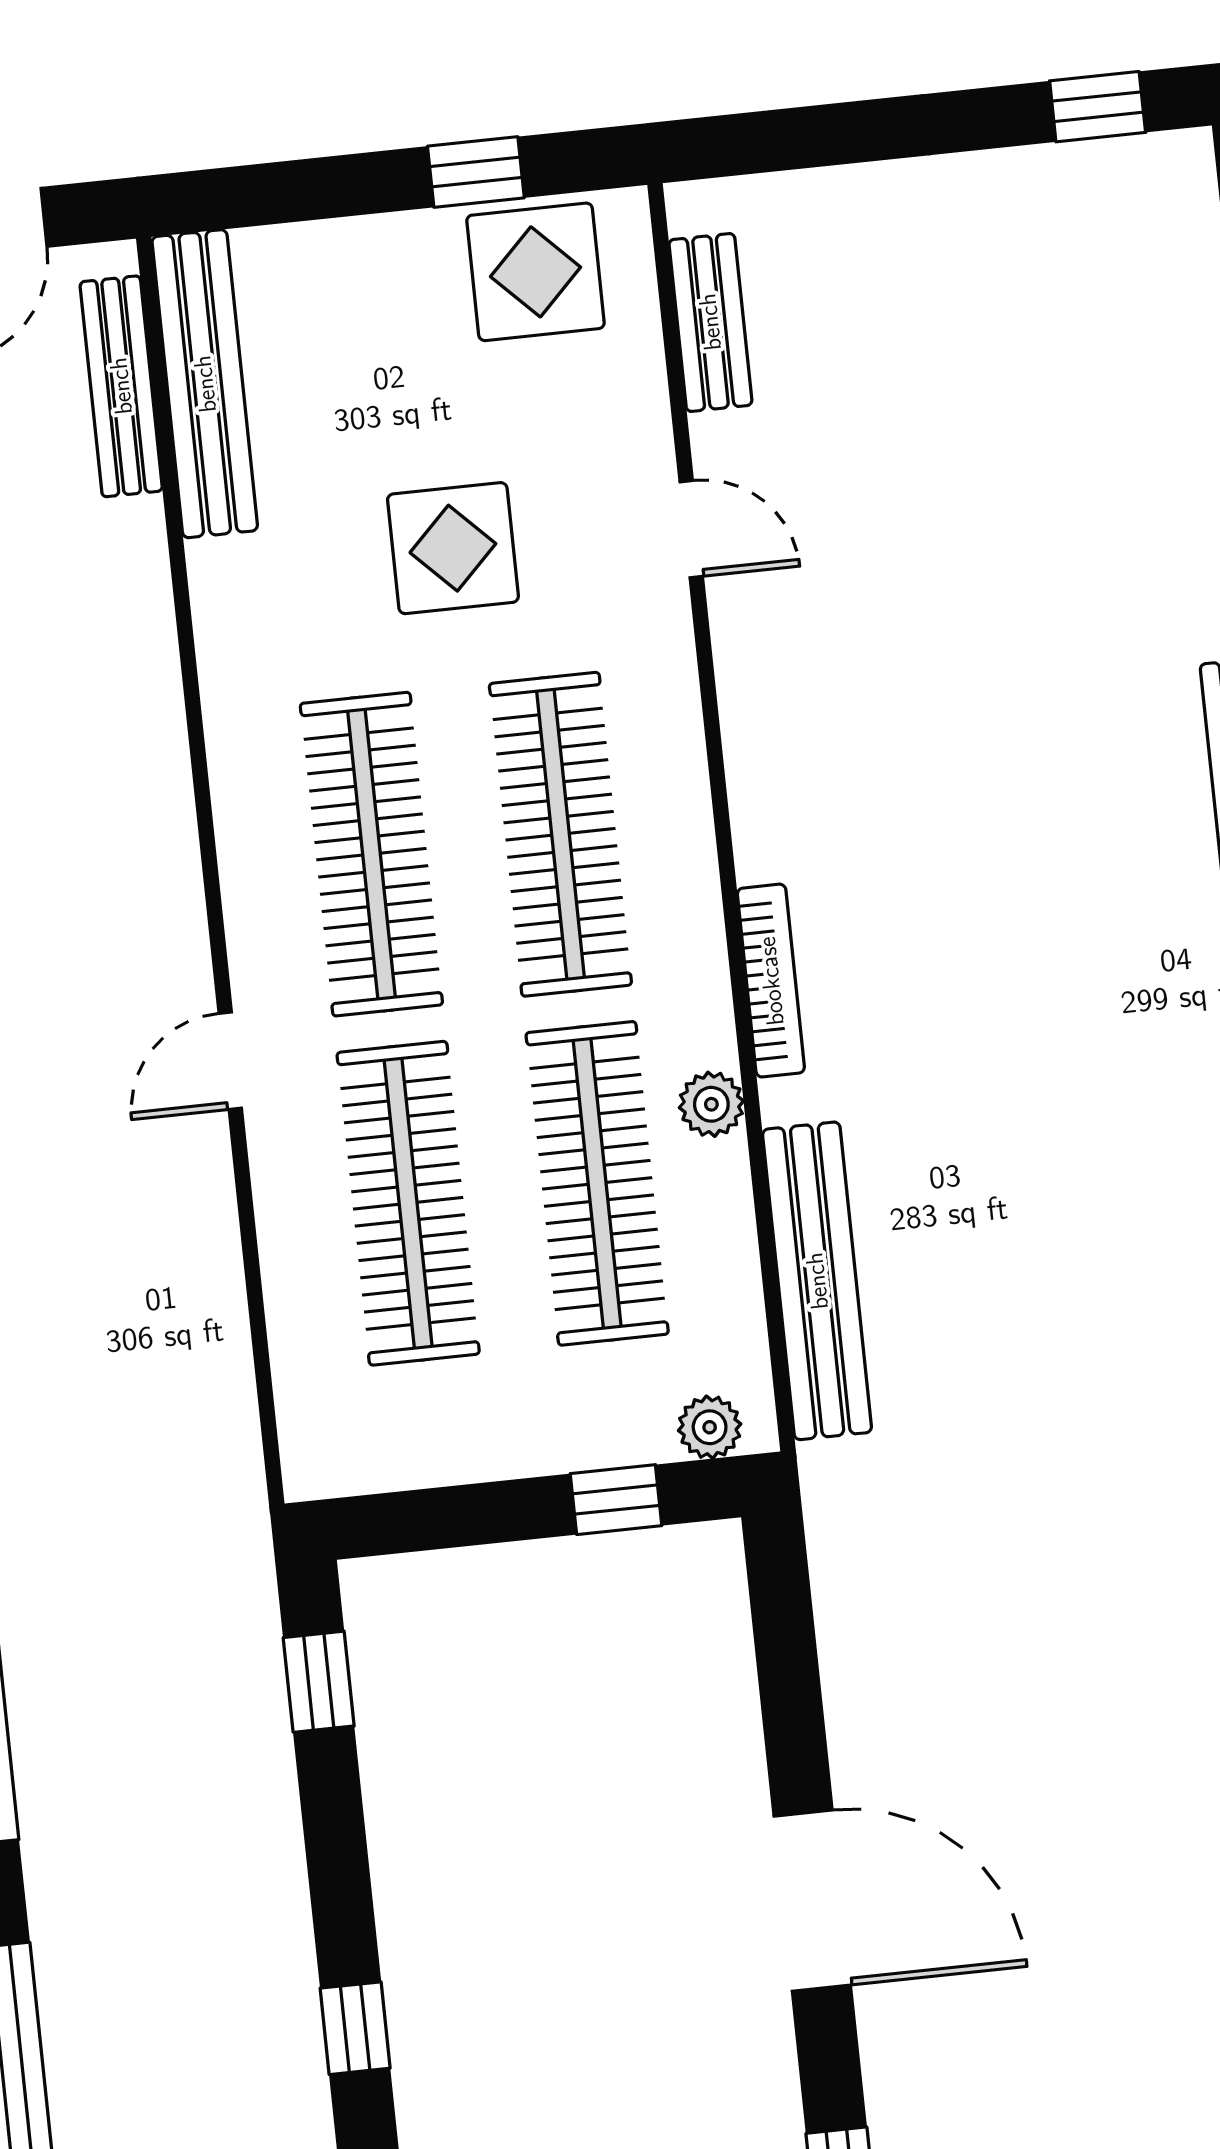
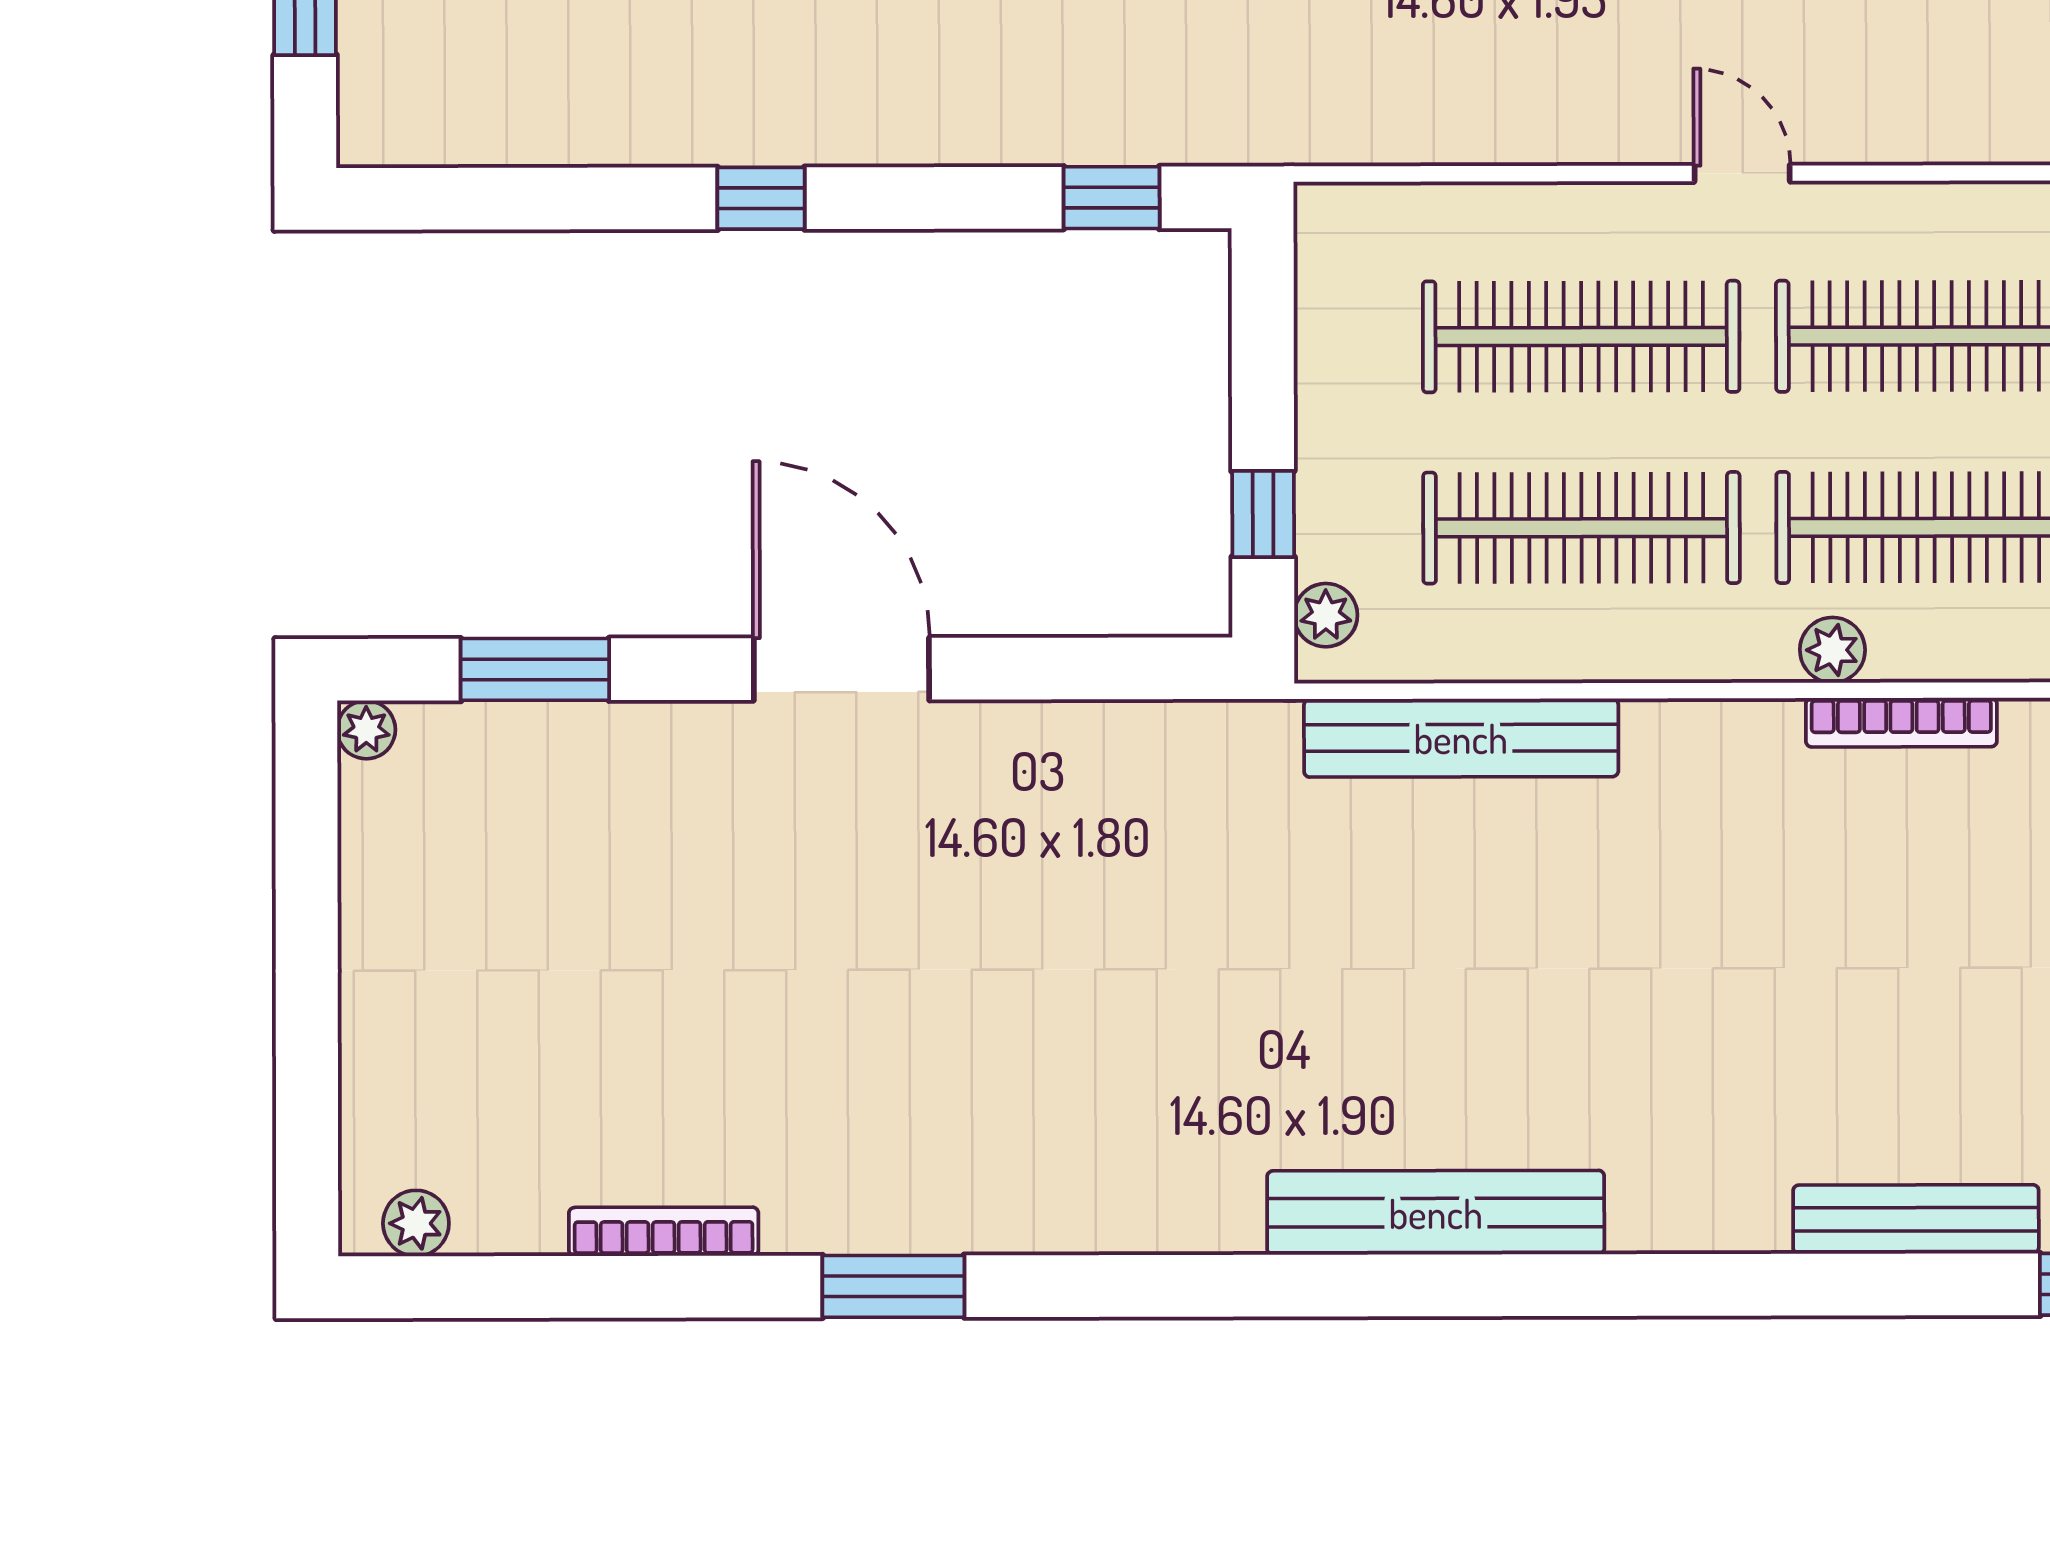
bookcase: (771, 981) -> (1901, 722), moved
plant: (711, 1104) -> (1832, 650), moved
door: (812, 1901) -> (841, 669), swing flipped

